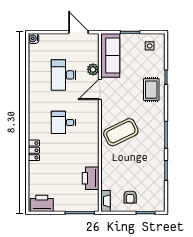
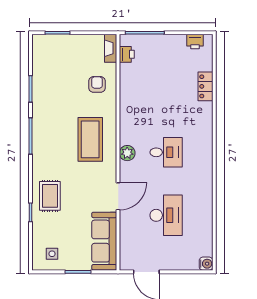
plant: (93, 69) -> (127, 153), moved
coffee table: (121, 132) -> (90, 139), turned -64
locker: (34, 150) -> (205, 86), moved
printer: (91, 178) -> (127, 54), moved, width x0.53, depth x0.68
armchair: (130, 197) -> (97, 84), moved
printer: (42, 203) -> (195, 42), width x0.53, depth x0.68

